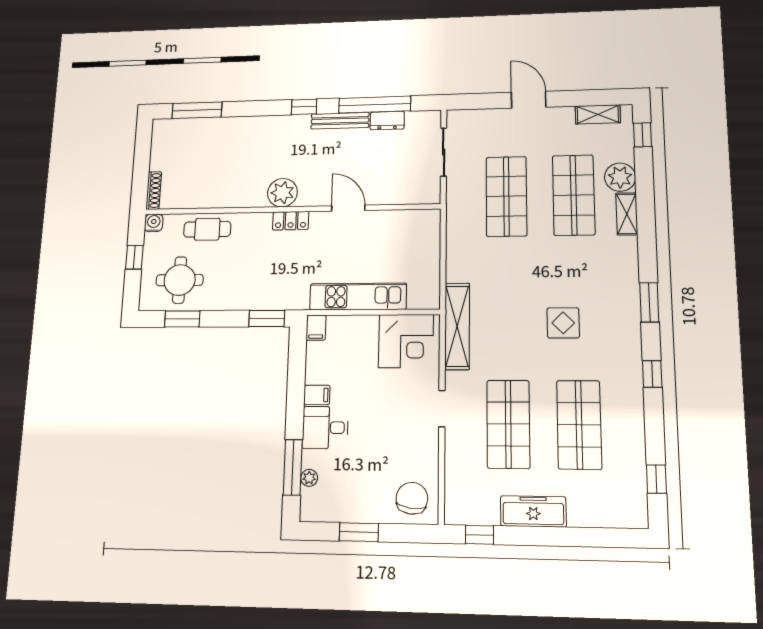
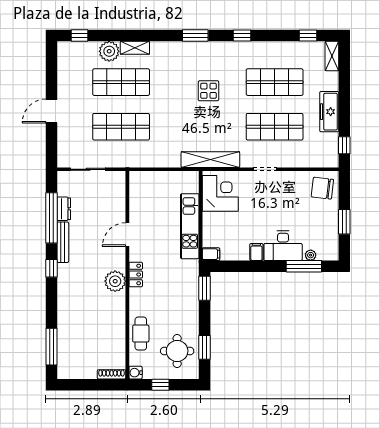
shelving: (598, 114) -> (332, 56), moved
desk: (325, 428) -> (283, 246), width x1.37

